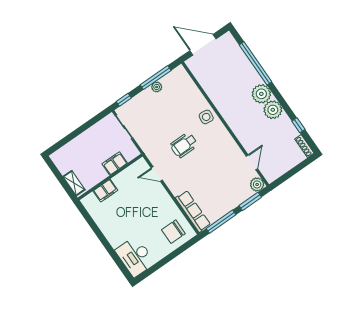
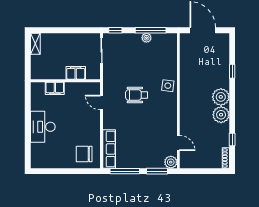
window: (255, 63) -> (232, 71), width x0.32
door: (252, 162) -> (178, 143), hinge flipped
shelving: (74, 183) -> (35, 44), moved
desk: (135, 257) -> (43, 127), moved

